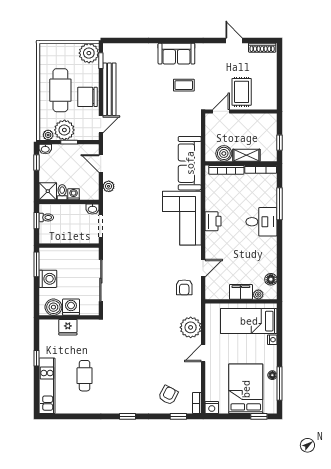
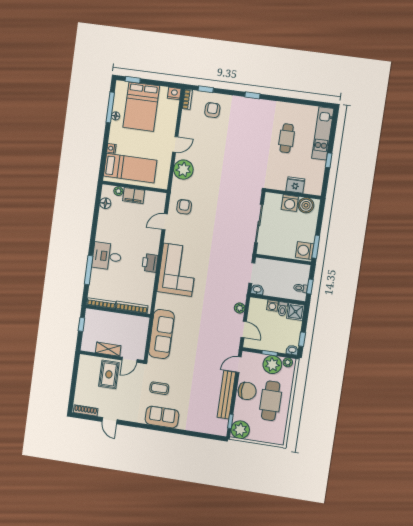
boiler: (224, 153) -> (132, 322), removed
shelving: (246, 155) -> (108, 349), moved
sofa: (190, 163) -> (161, 334), moved
washing machine: (48, 279) -> (305, 250), moved
armchair: (168, 395) -> (212, 110), turned 152

